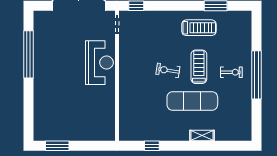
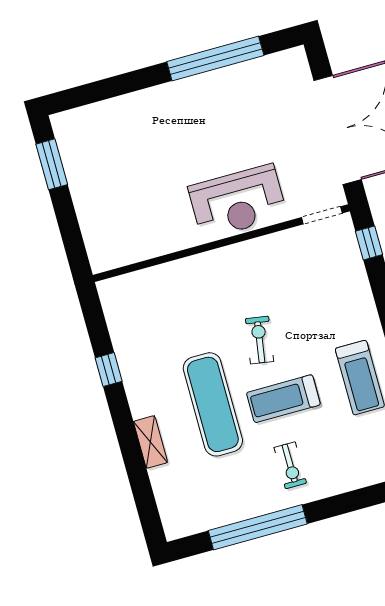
treadmill: (199, 67) -> (283, 399), turned 180
window: (256, 75) -> (258, 527), moved
window: (152, 146) -> (109, 370), moved

